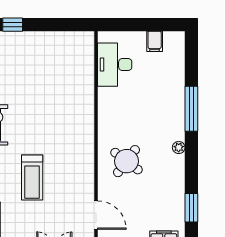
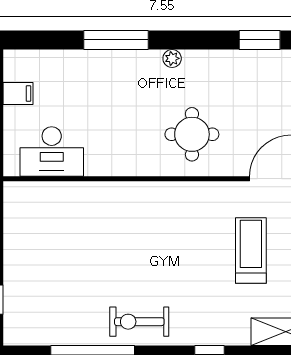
round table: (126, 161) -> (192, 134), turned -37
treadmill: (32, 178) -> (251, 251), moved, turned -90

